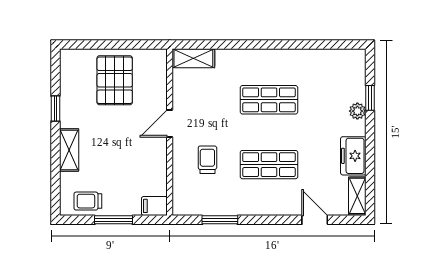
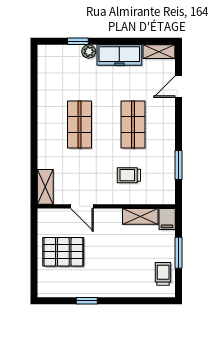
door: (170, 123) -> (82, 206), moved
shelving: (69, 150) -> (140, 216), moved
freezer: (353, 156) -> (119, 55), width x1.40
trolley: (88, 201) -> (163, 274), turned 180

